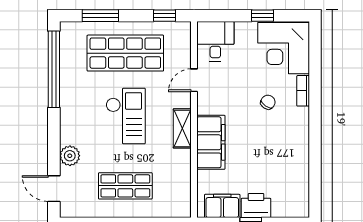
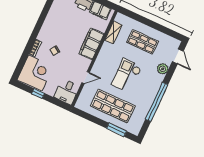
window: (164, 16) -> (86, 115), removed
window: (54, 69) -> (157, 102), moved
shelving: (182, 128) -> (113, 33), moved

